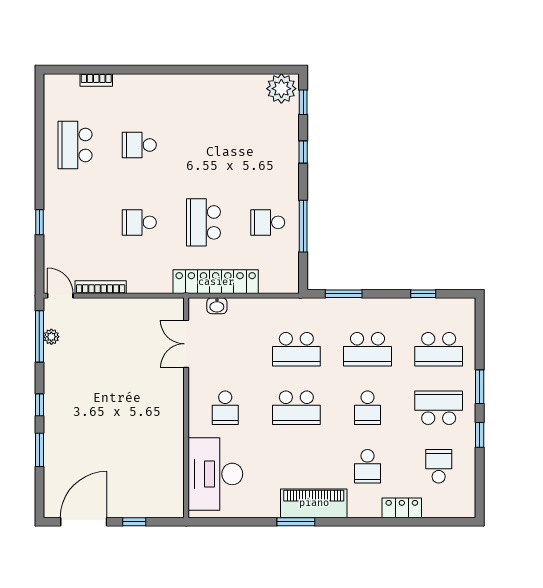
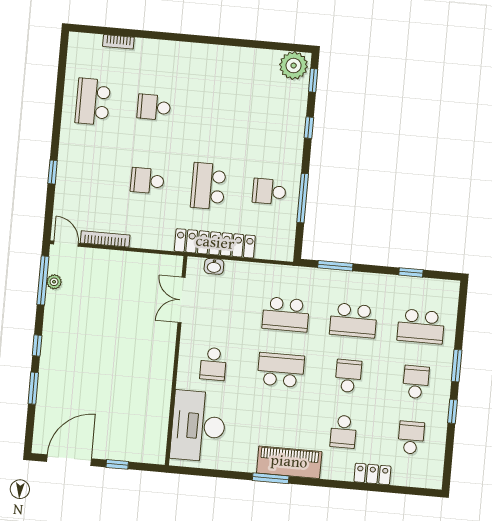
school desk: (296, 408) -> (281, 370), turned 180
school desk: (368, 408) -> (348, 376), turned 180
school desk: (439, 408) -> (416, 382), width x0.54

